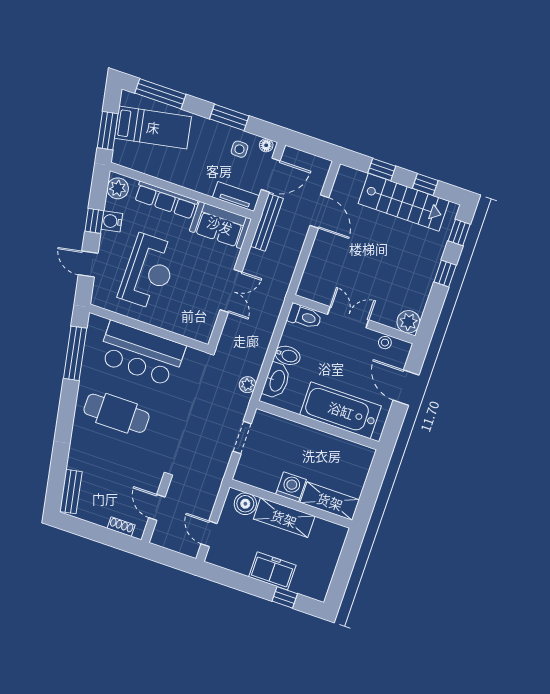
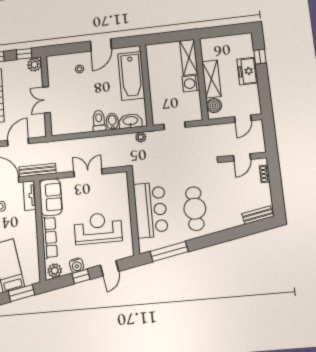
toilet: (304, 317) -> (99, 121), moved
double door: (348, 317) -> (46, 100), moved
wall: (354, 319) -> (46, 96), moved
plant: (408, 322) -> (34, 64), moved

